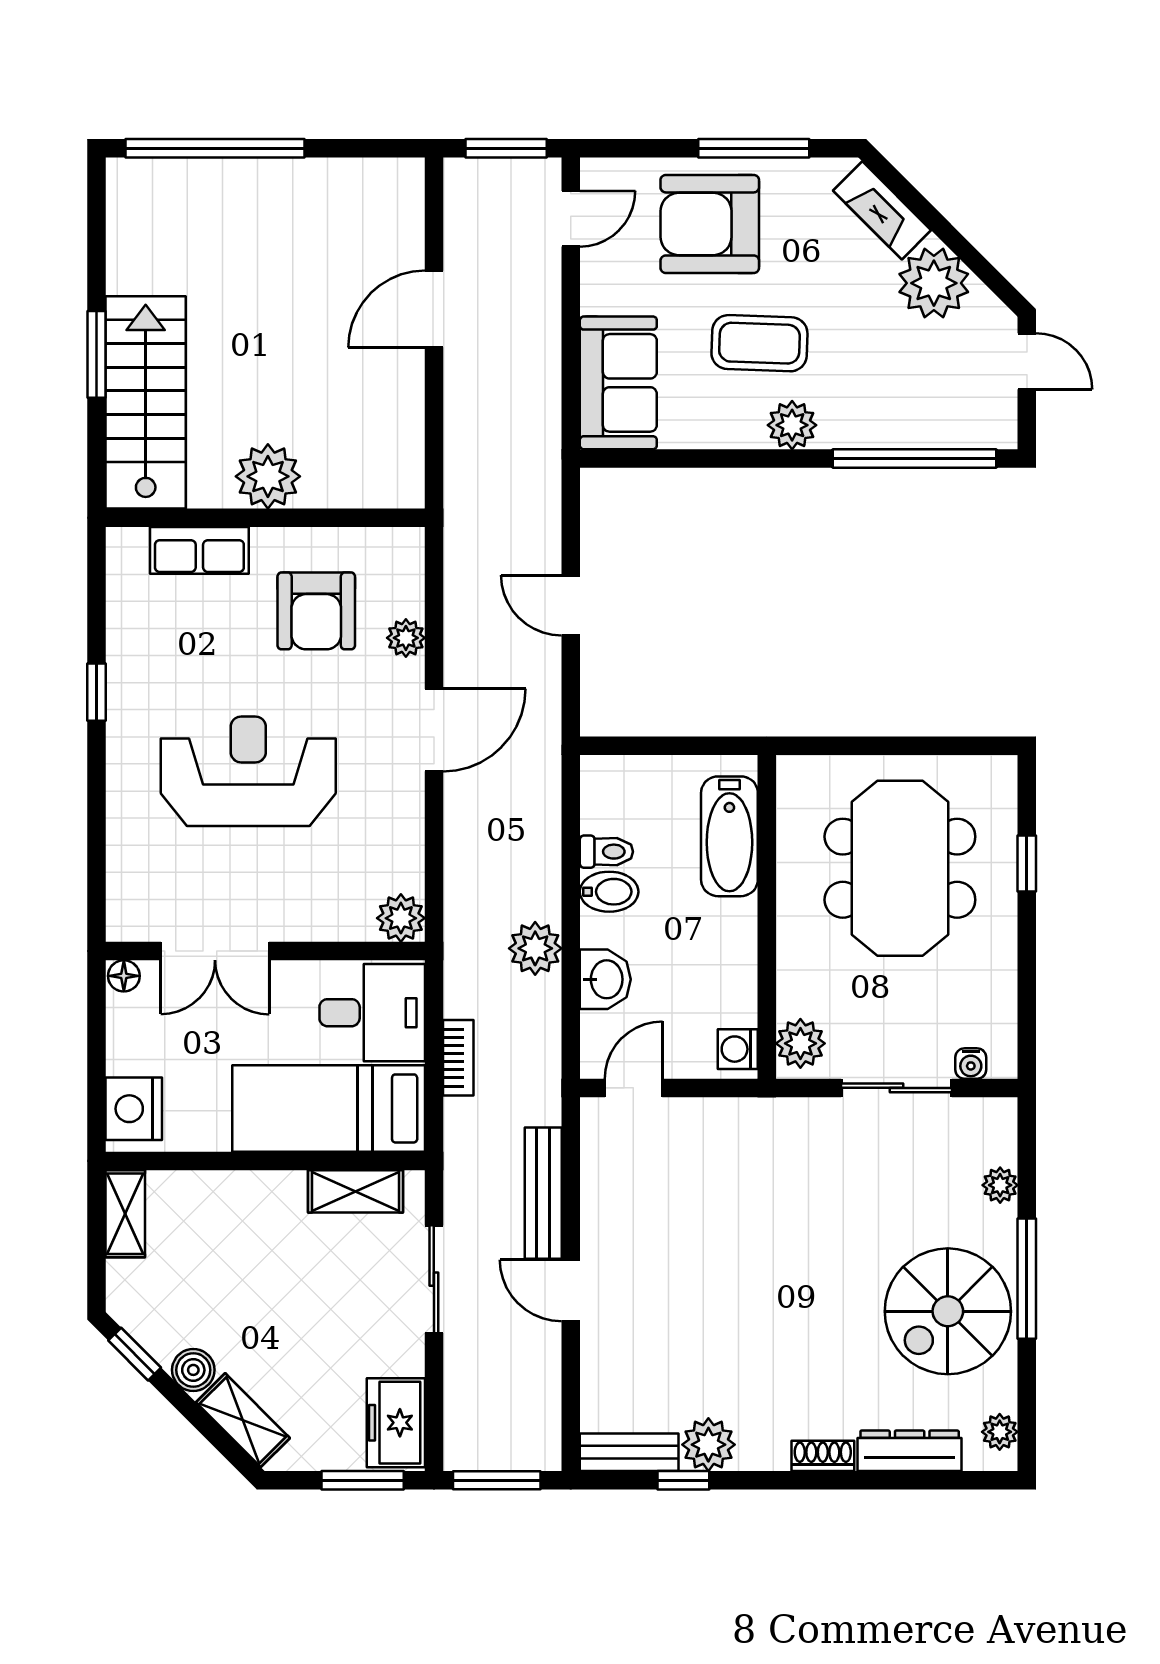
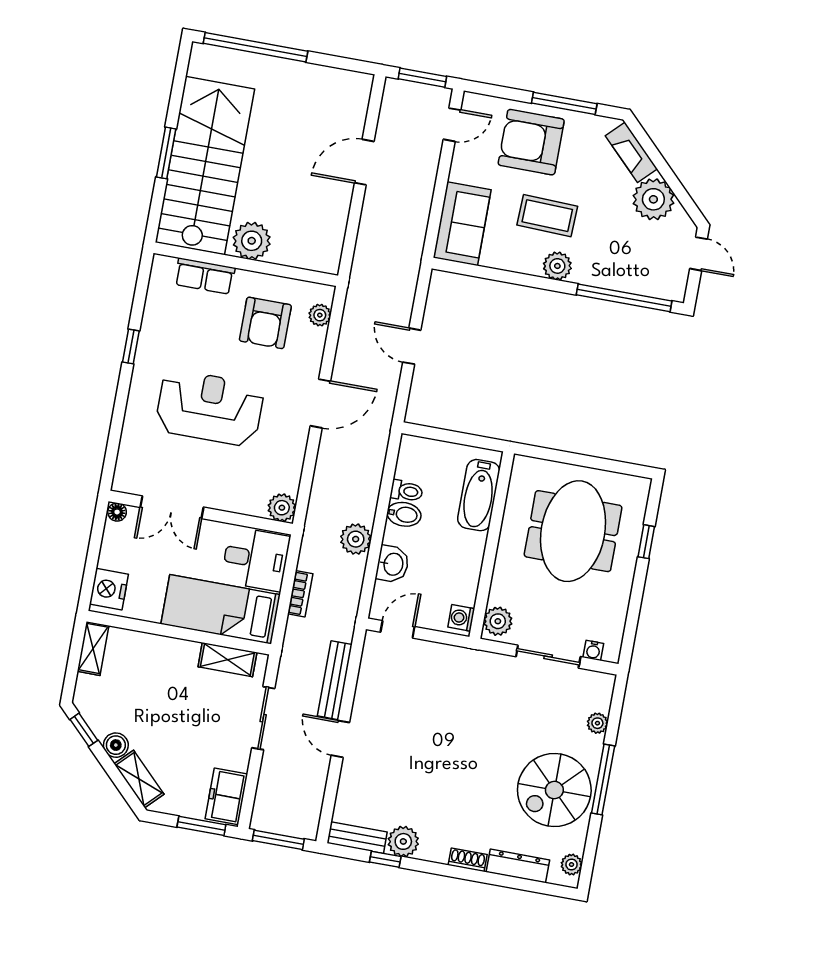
stairs: (146, 402) -> (205, 166), width x1.36, depth x1.51
plant: (406, 638) -> (320, 315), moved

